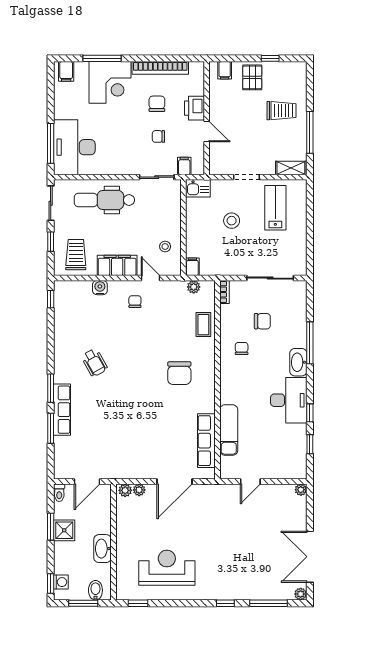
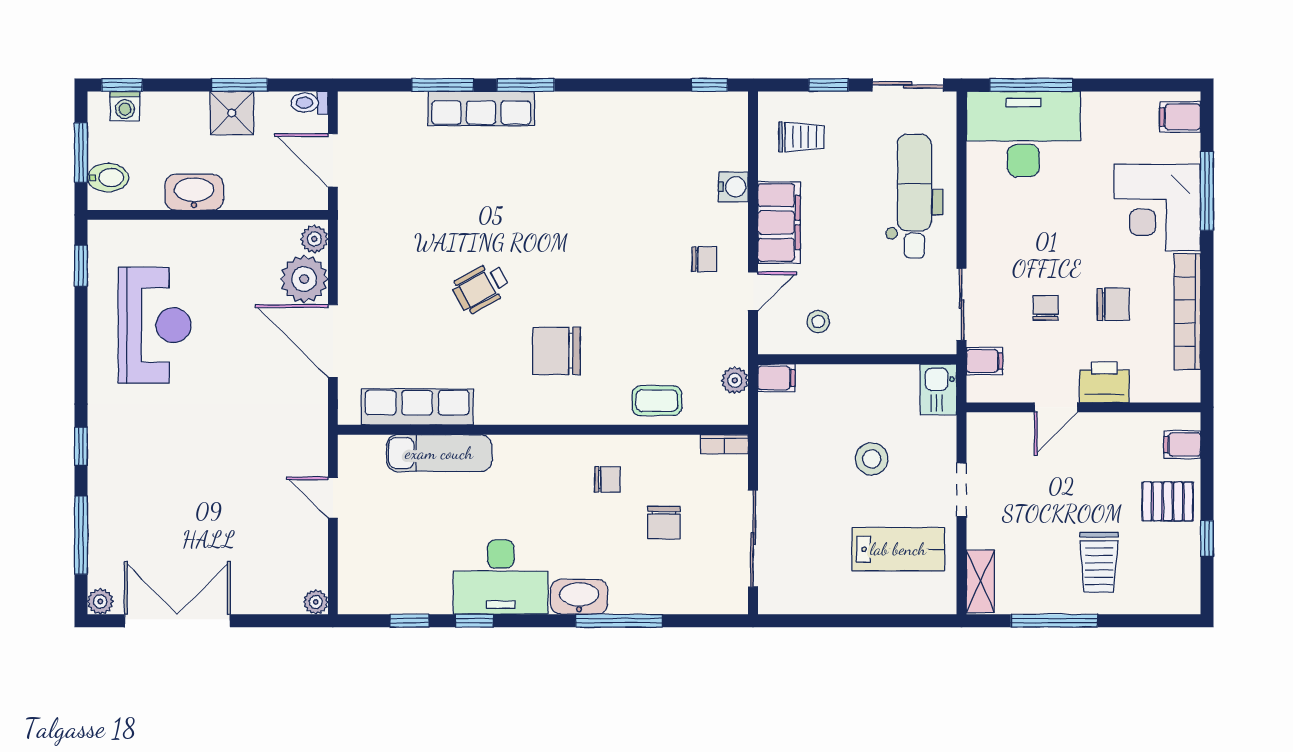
trolley: (76, 255) -> (801, 137), width x0.73, depth x0.72
wheelchair: (94, 363) -> (481, 288), moved
plant: (139, 490) -> (304, 279), width x1.88, depth x1.88

